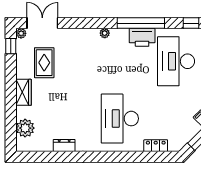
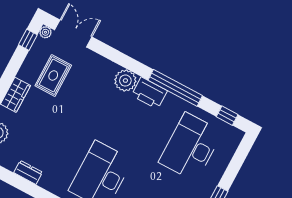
plant: (105, 33) -> (125, 81), width x1.87, depth x1.87
printer: (142, 37) -> (149, 93), moved

